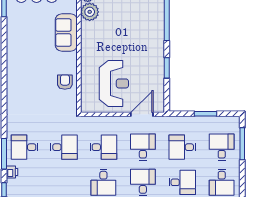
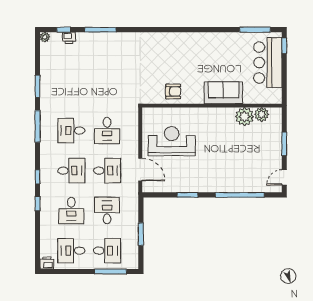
reception desk: (114, 83) -> (172, 141), turned 180
desk: (25, 147) -> (107, 50), removed
desk: (64, 147) -> (107, 91), removed
printer: (12, 172) -> (69, 38), moved

